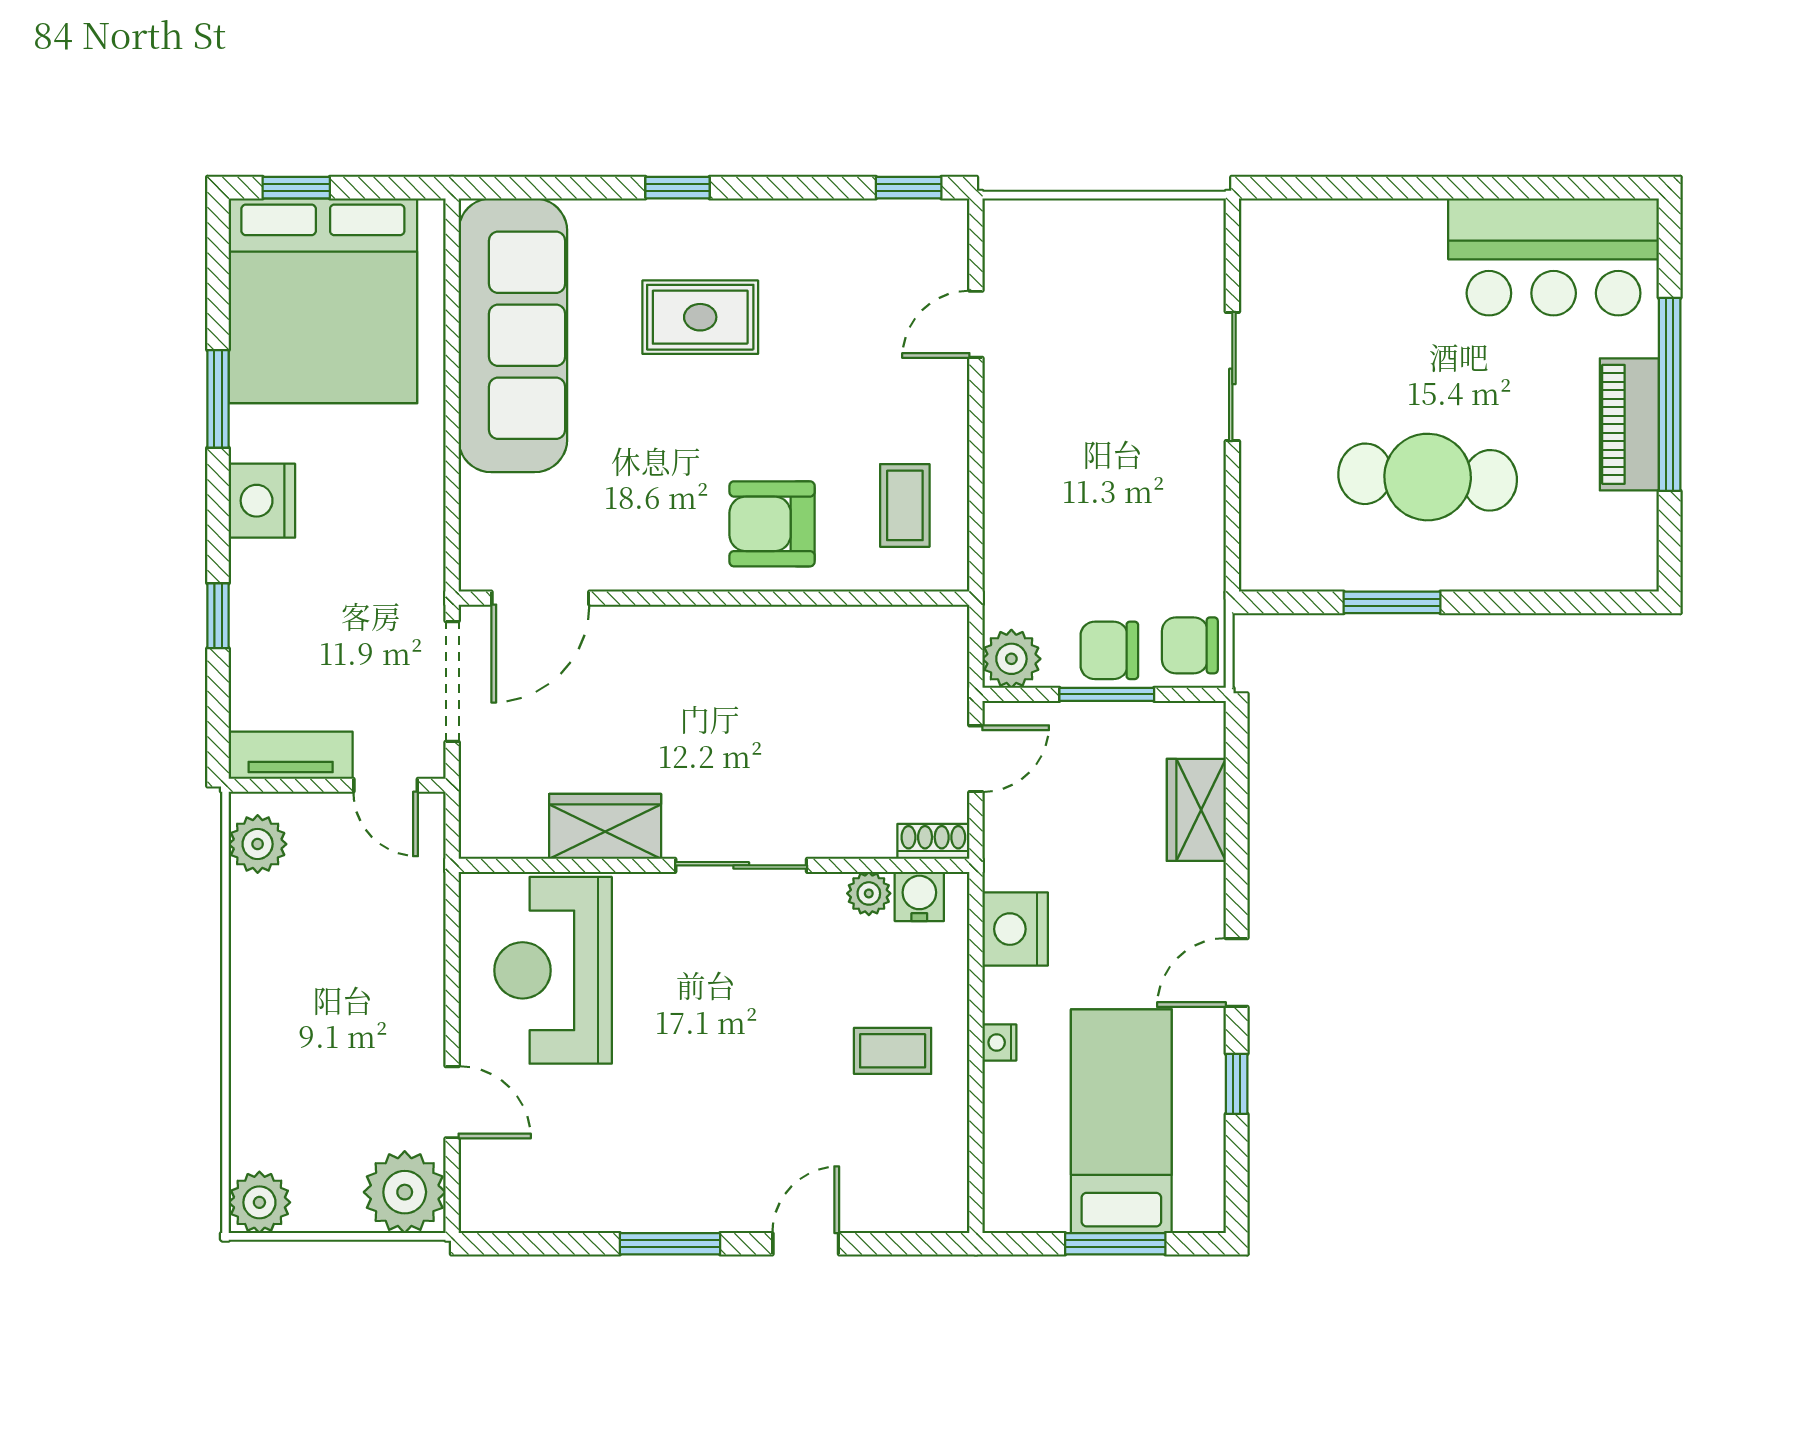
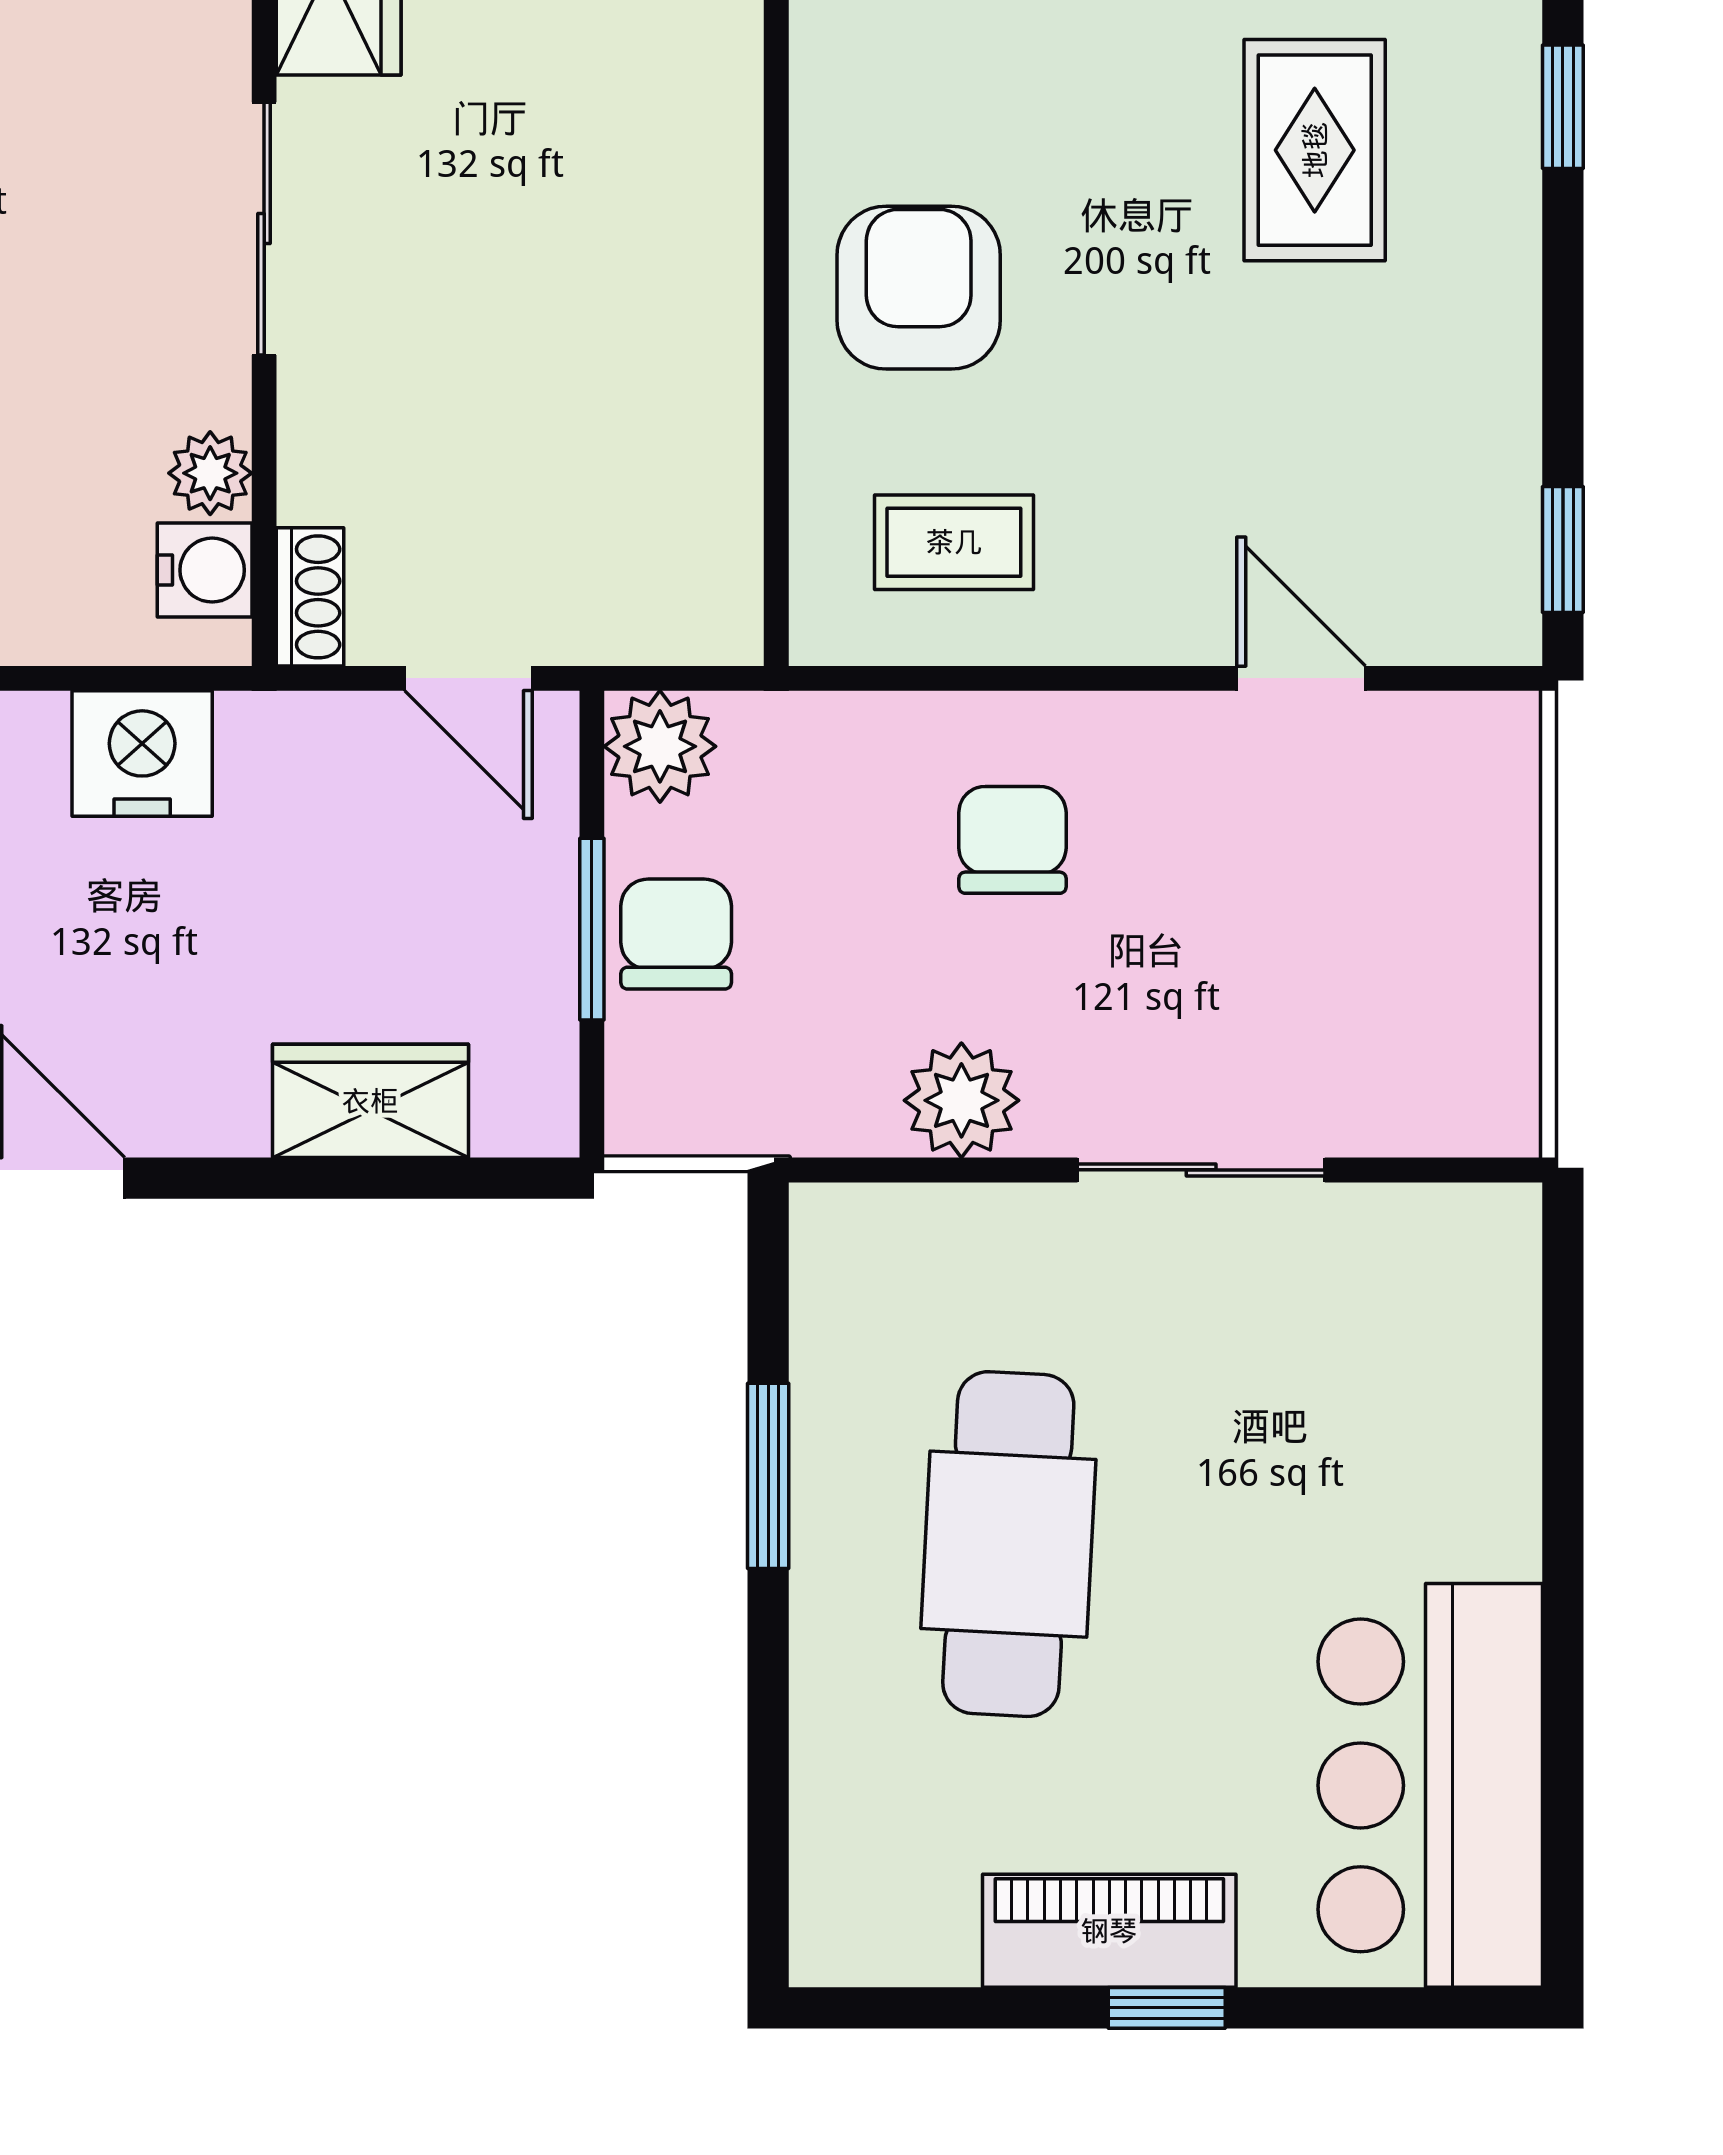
window: (1670, 394) -> (1167, 2008), width x0.32
plant: (1196, 501) -> (961, 1100), added
chair: (1190, 645) -> (1012, 840), moved

